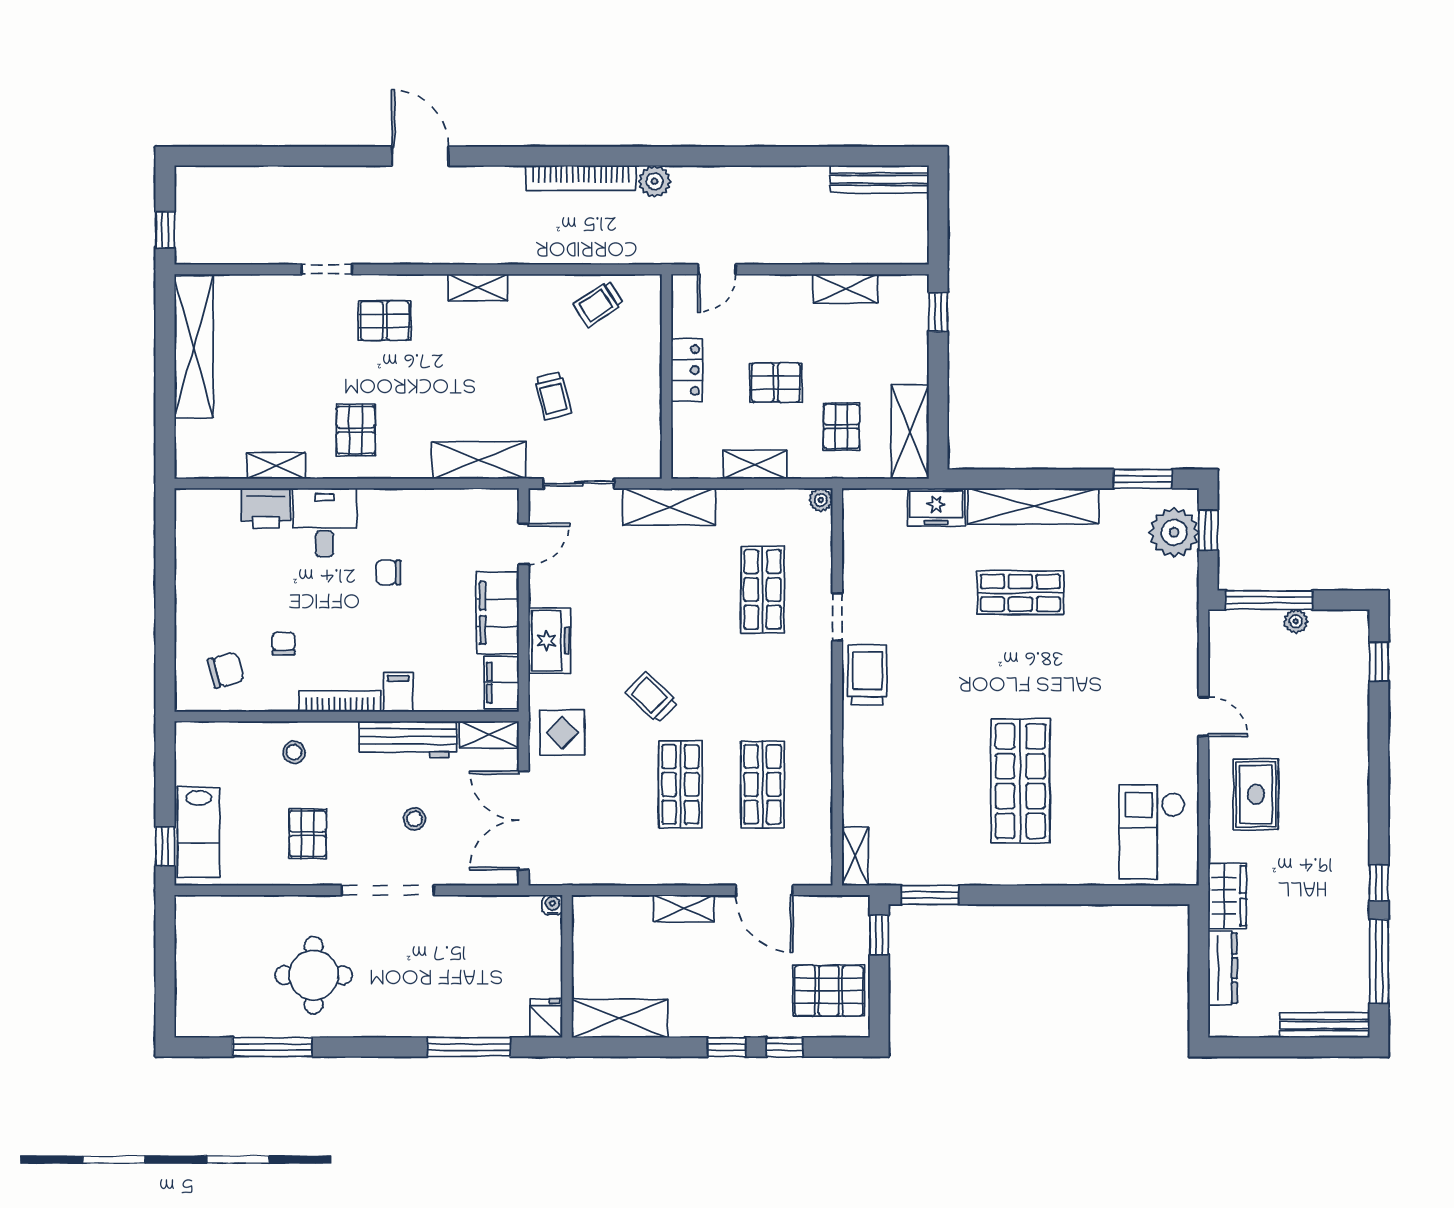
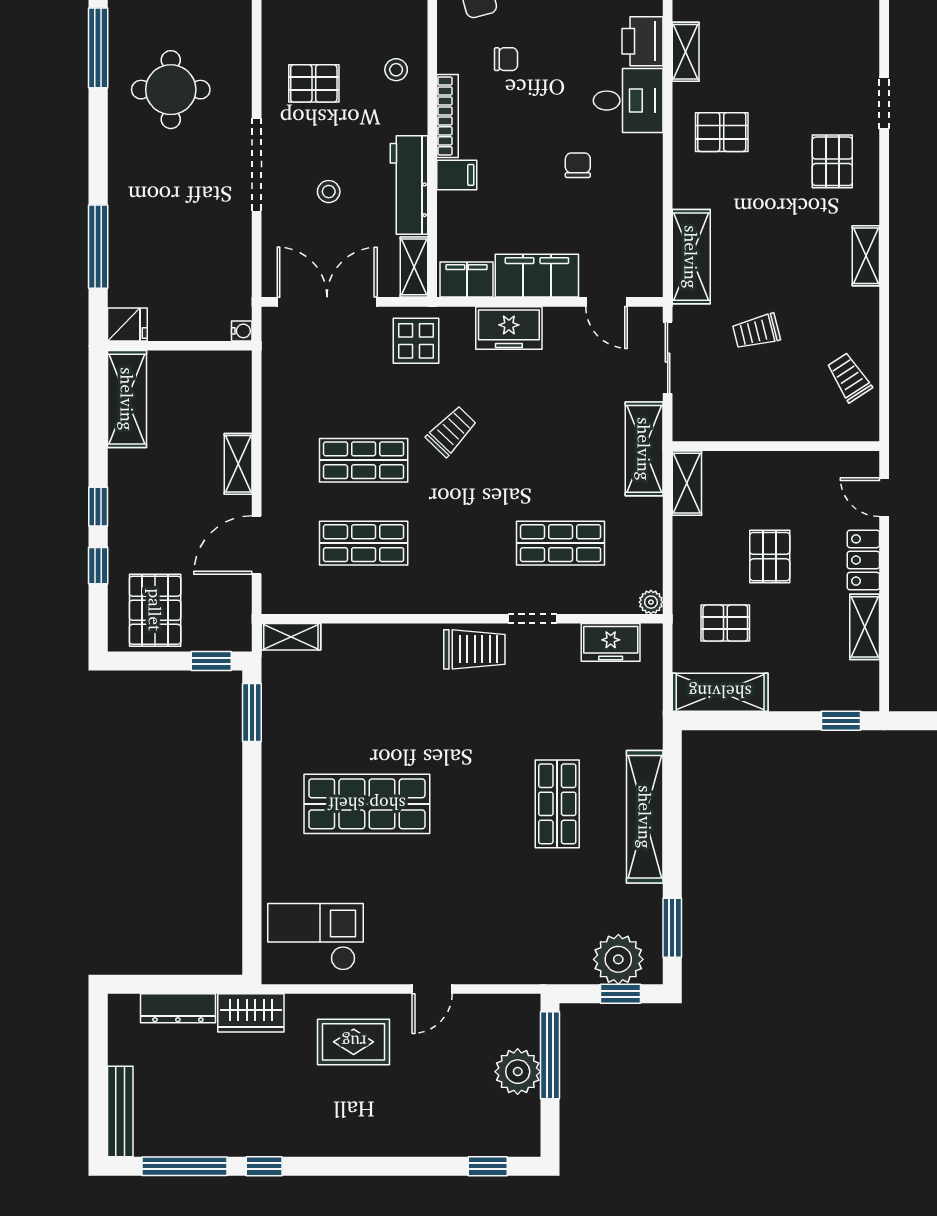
locker: (687, 370) -> (863, 560), moved, turned 90
shelving: (755, 465) -> (687, 483), moved
freezer: (936, 507) -> (611, 642), moved, turned -90
plant: (1296, 621) -> (518, 1072), width x1.88, depth x1.88

